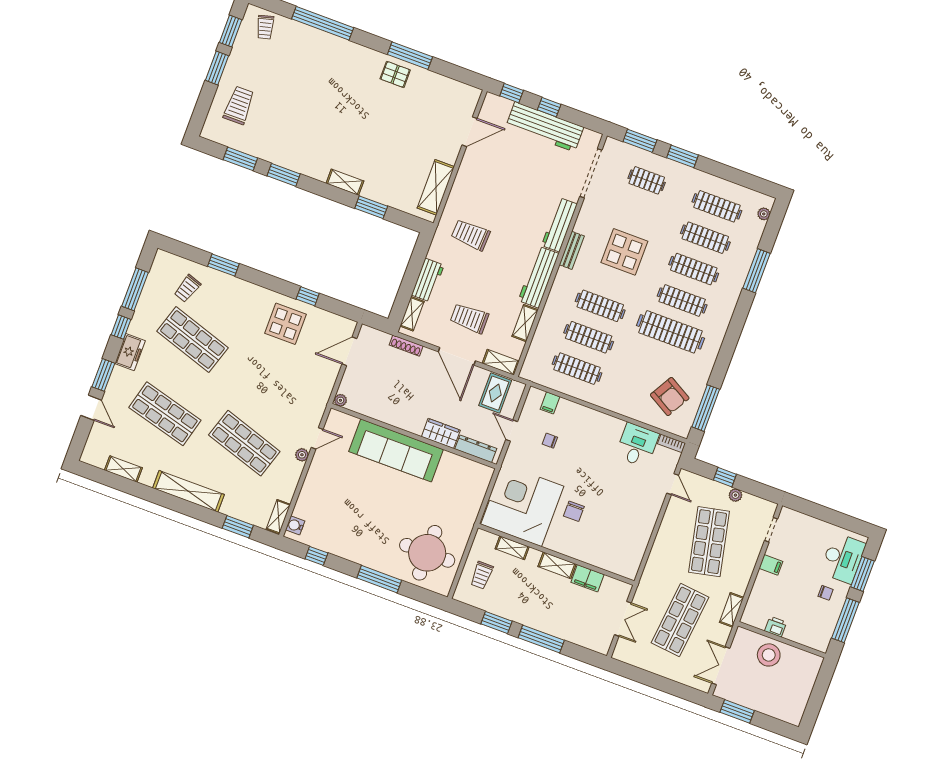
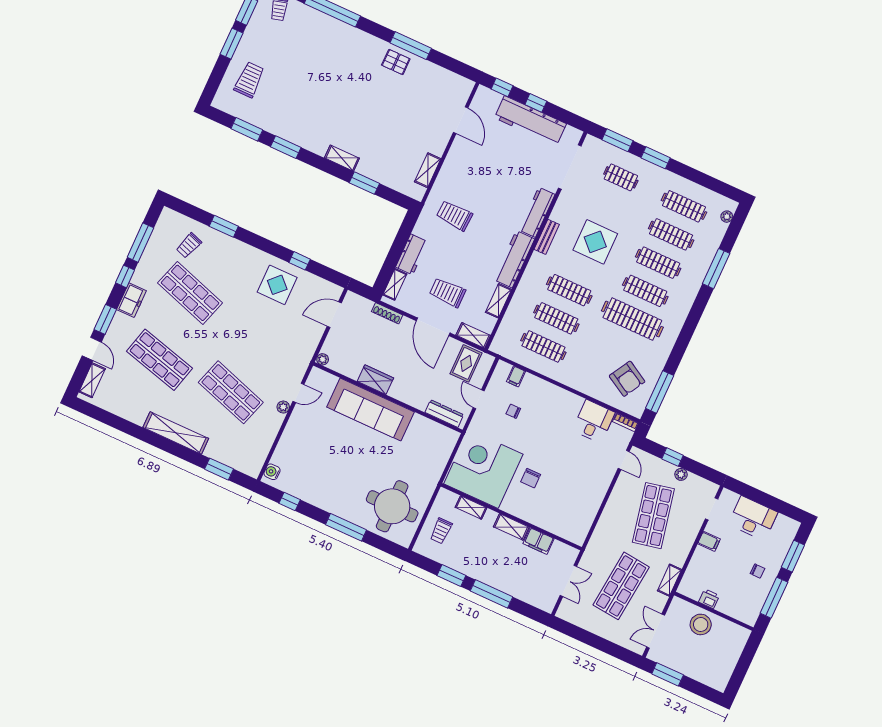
door: (470, 132) -> (461, 120), hinge flipped
shelving: (436, 187) -> (428, 170), width x0.67, depth x0.75
wardrobe: (441, 433) -> (375, 380), moved
shelving: (123, 469) -> (92, 380), moved, turned 90
shelving: (278, 517) -> (257, 463), removed
desk: (843, 558) -> (753, 518), moved, turned -90

